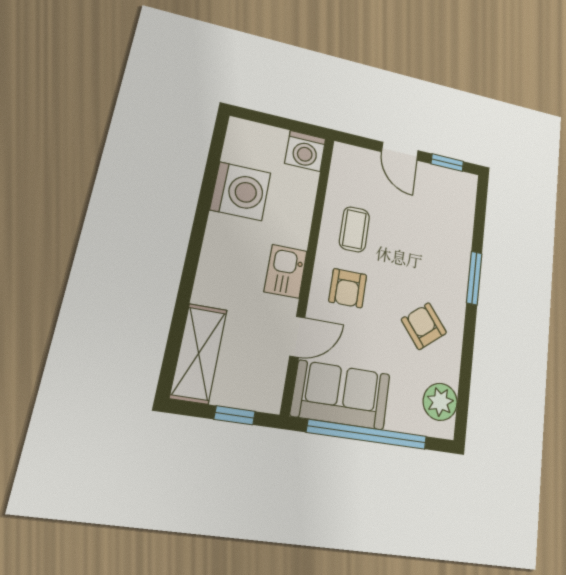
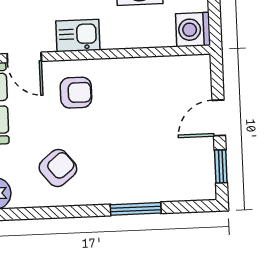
coffee table: (354, 229) -> (131, 88), removed
window: (474, 278) -> (136, 209), moved
armchair: (348, 288) -> (76, 93), turned 180

